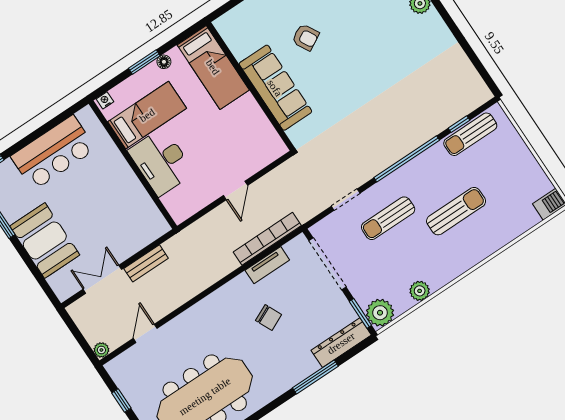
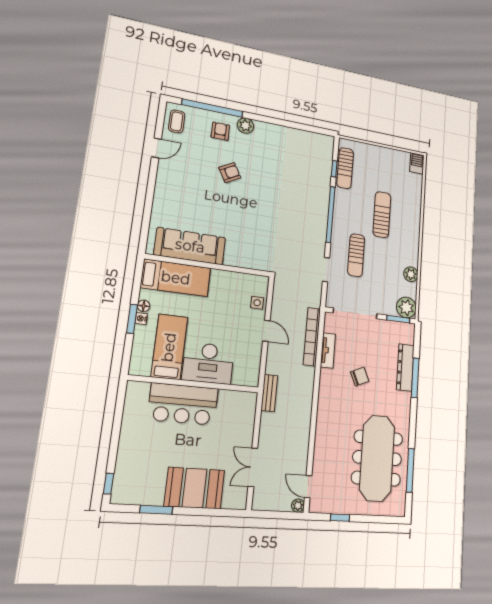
armchair: (305, 37) -> (230, 173), moved
sofa: (275, 88) -> (190, 246), moved
nightstand: (105, 100) -> (141, 319), moved
bar counter: (53, 153) -> (183, 404), moved, turned 90
side table: (255, 160) -> (257, 303), added
bench: (146, 263) -> (269, 393), moved
door: (145, 333) -> (308, 487), moved
dresser: (341, 343) -> (405, 367), moved

